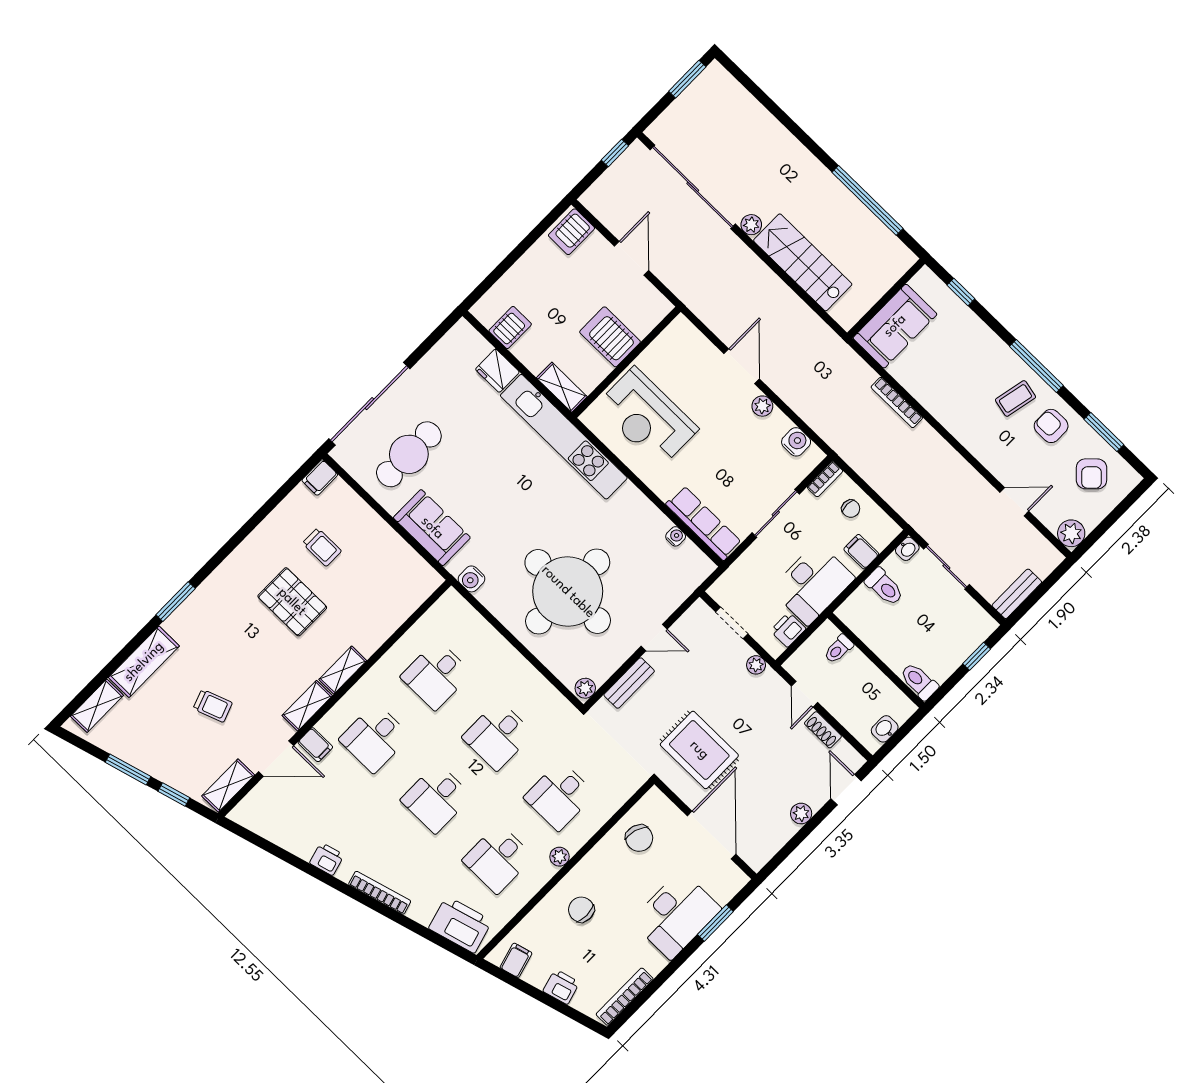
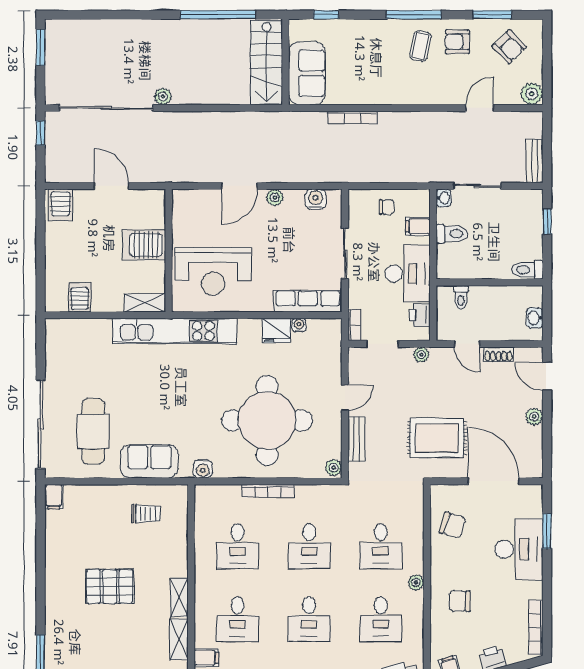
stairs: (803, 262) -> (266, 63), moved, turned -90
door: (742, 366) -> (239, 186), swing flipped
fridge: (497, 371) -> (276, 330), moved
bookcase: (825, 479) -> (354, 325), moved
trolley: (322, 547) -> (146, 514), moved
bookcase: (509, 653) -> (268, 491), added

